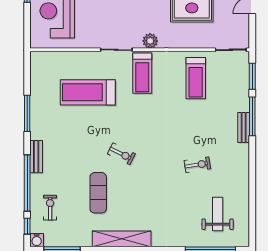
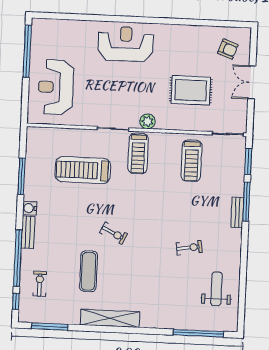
window: (27, 113) -> (21, 176), moved
weight bench: (218, 214) -> (216, 289), moved
water cooler: (37, 240) -> (30, 208), moved, turned 90

